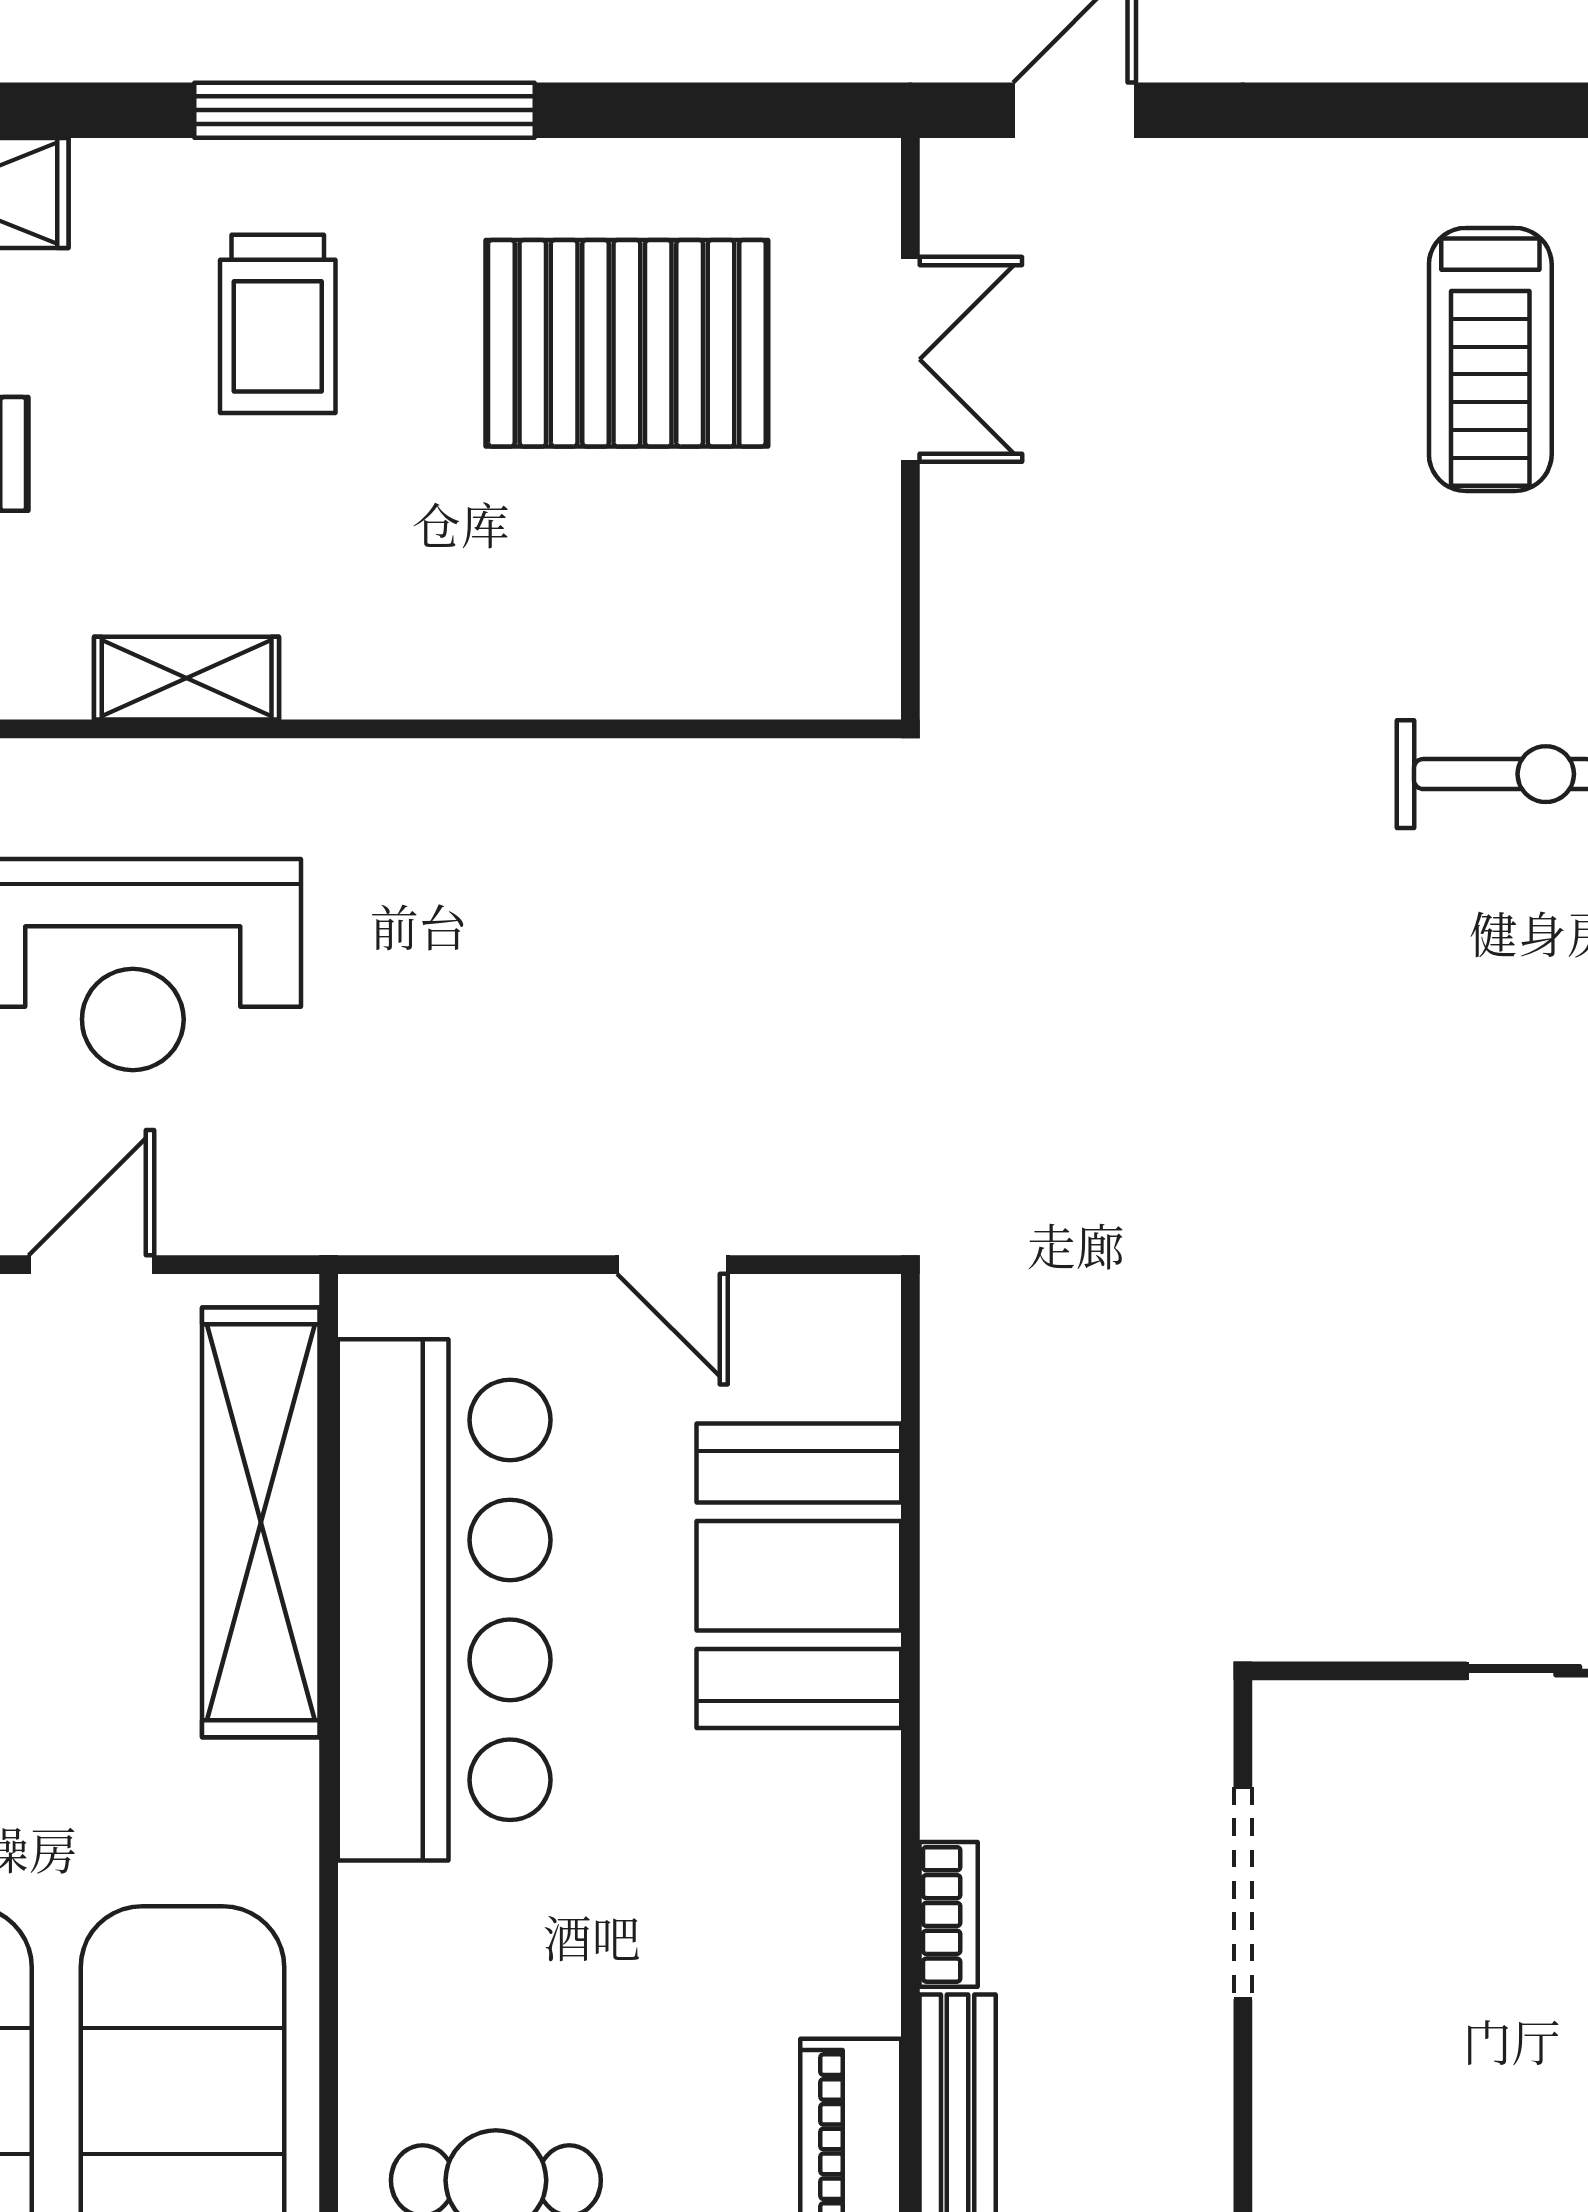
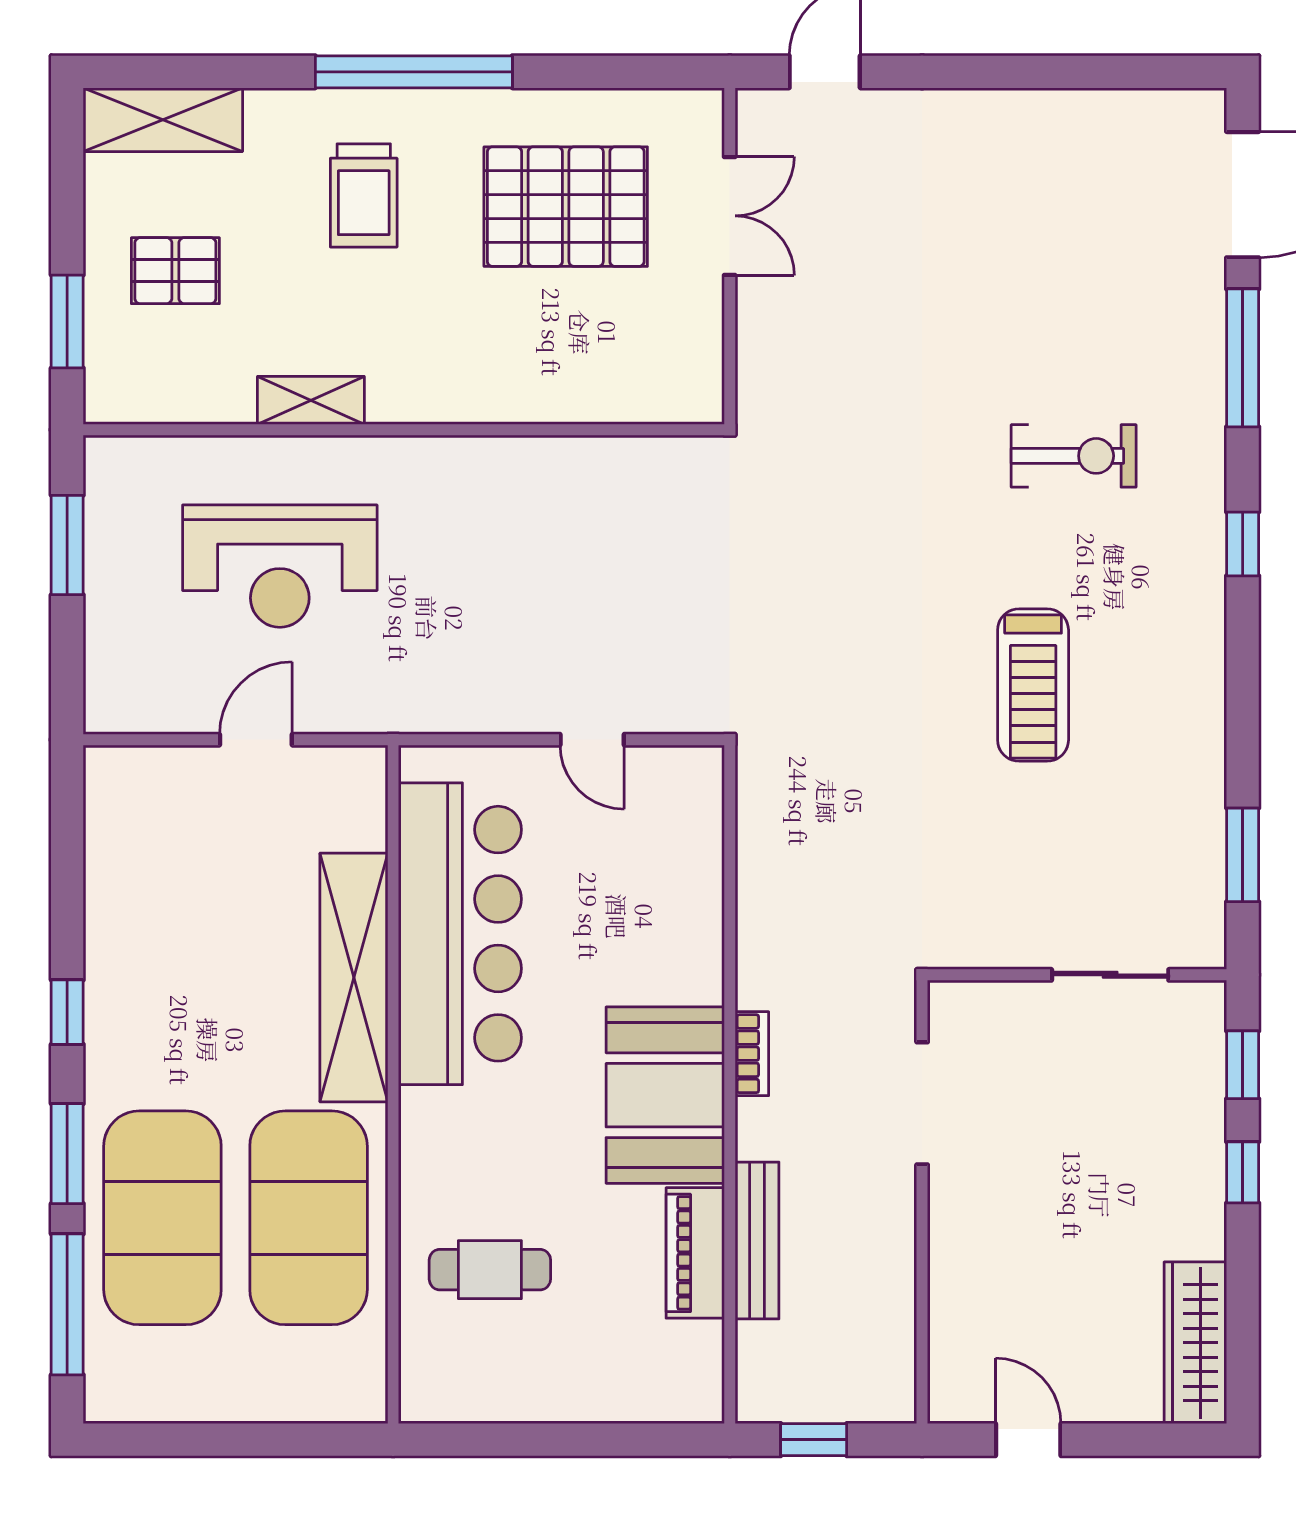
treadmill: (1490, 359) -> (1033, 685), moved
shelving: (261, 1522) -> (354, 978), moved
booth: (799, 1576) -> (665, 1095), moved
bookcase: (949, 1914) -> (752, 1054), moved

